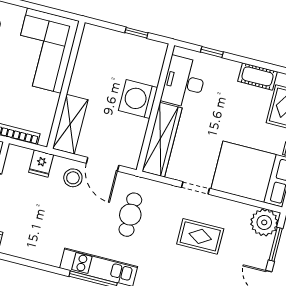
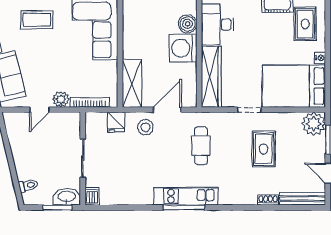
boiler: (150, 73) -> (188, 24), added
door: (103, 164) -> (167, 110), swing flipped
rug: (200, 236) -> (264, 149), turned 90

